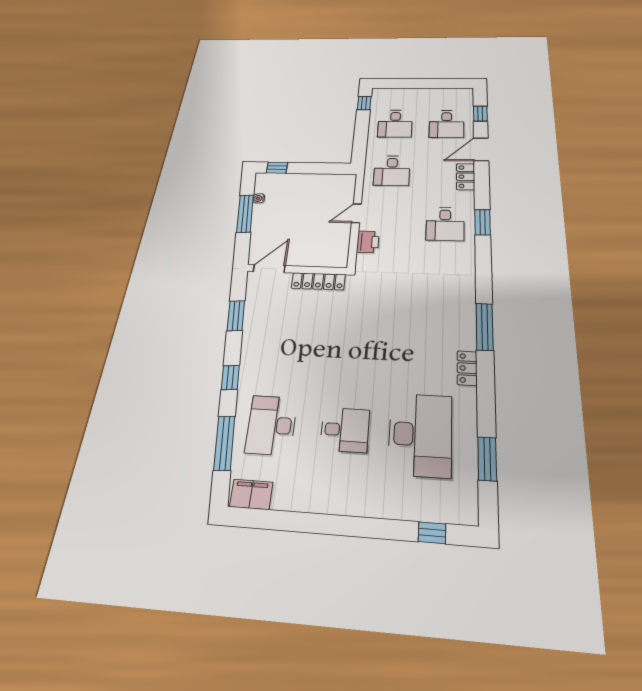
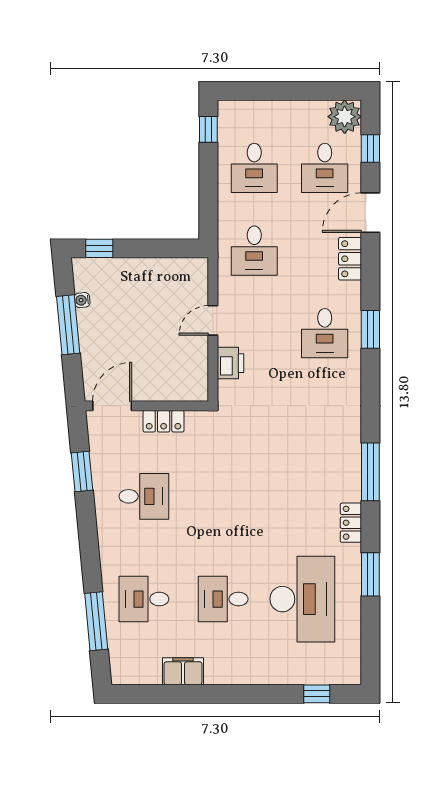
plant: (461, 97) -> (345, 117), added
locker: (318, 281) -> (164, 421), width x0.66
desk: (285, 337) -> (144, 496), added
window: (230, 377) -> (89, 548), removed
desk: (271, 425) -> (144, 599), width x0.73
desk: (345, 430) -> (223, 599), turned 180
window: (487, 459) -> (370, 574), moved
filing cabinet: (251, 494) -> (183, 671), moved

